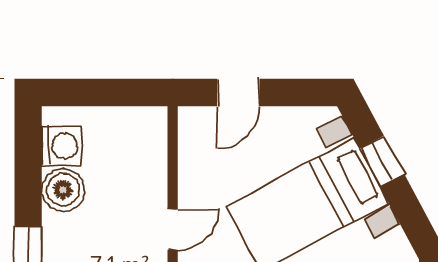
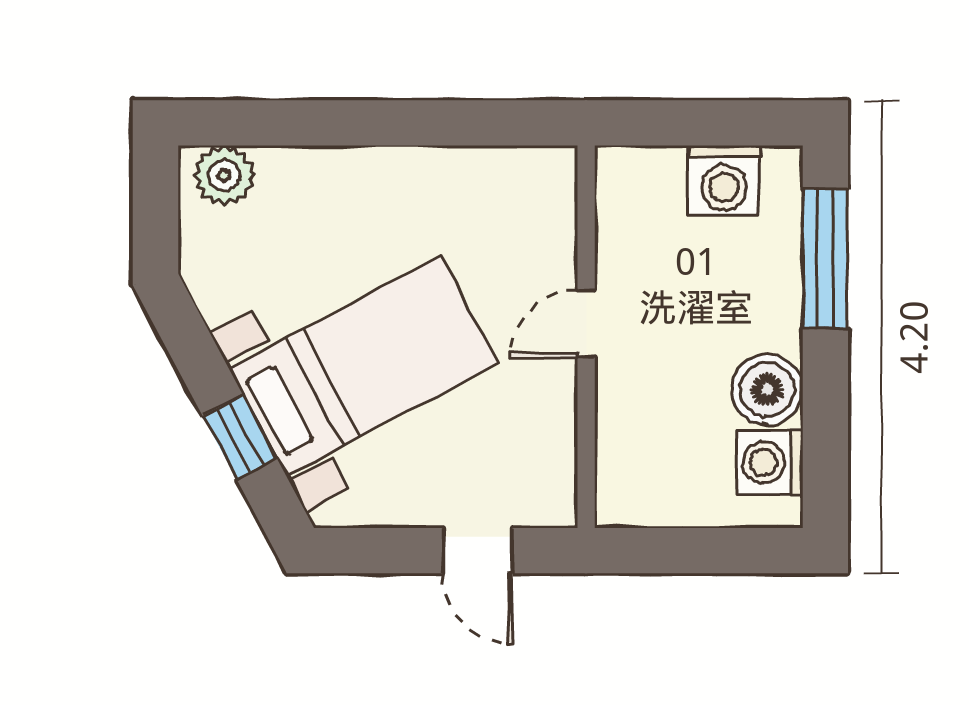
door: (238, 93) -> (477, 551), swing flipped

